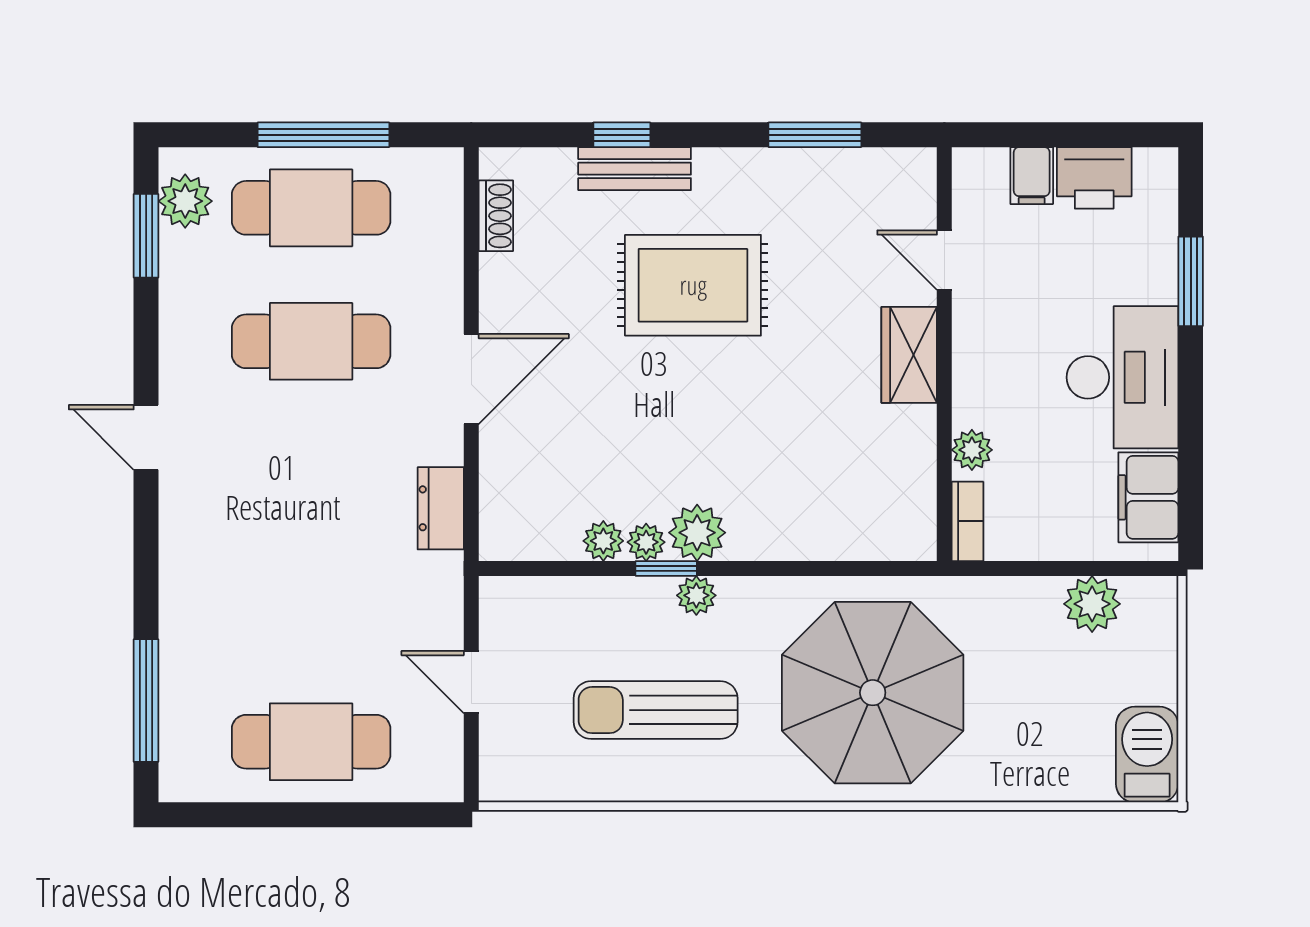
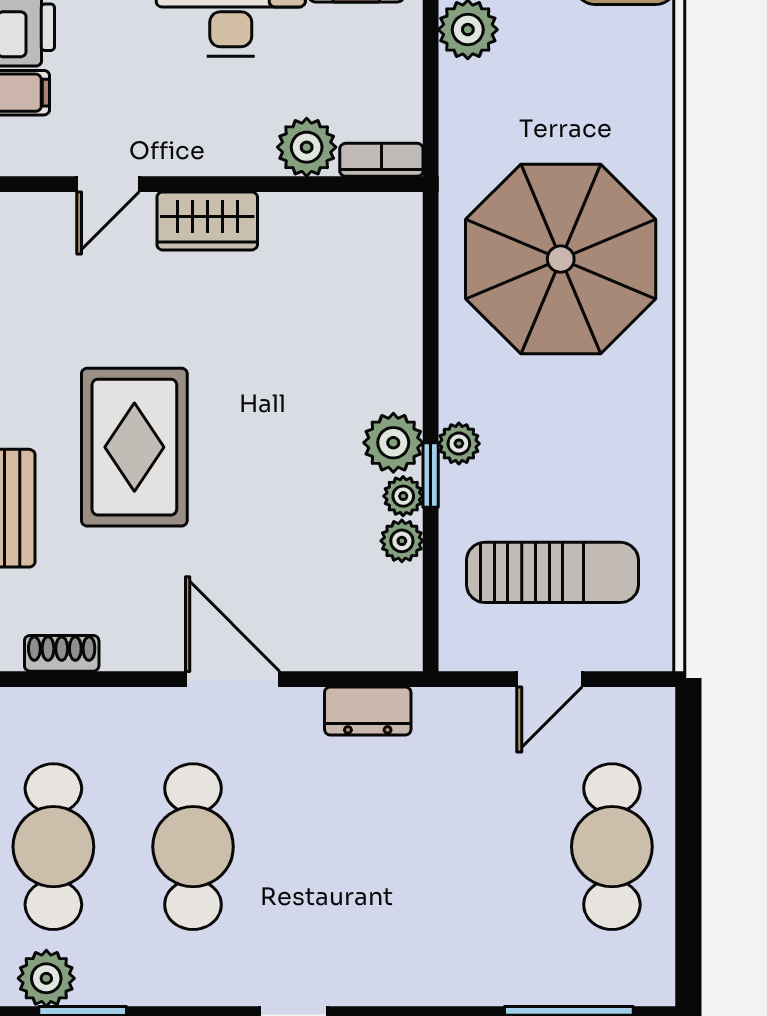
plant: (972, 450) -> (307, 147), width x1.38, depth x1.38
sun lounger: (656, 710) -> (552, 572), moved, turned -90

